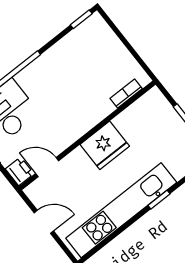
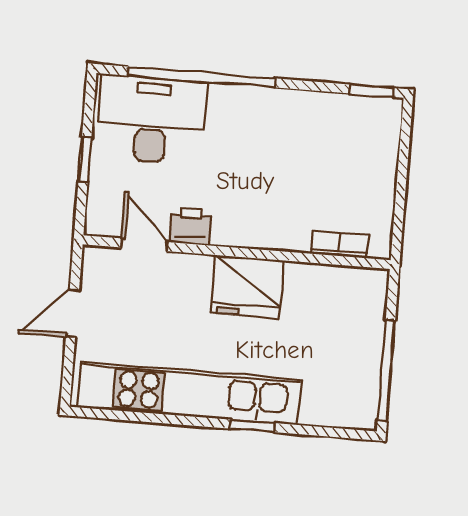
printer: (20, 171) -> (190, 226), moved, turned -90
door: (44, 222) -> (72, 313), swing flipped

